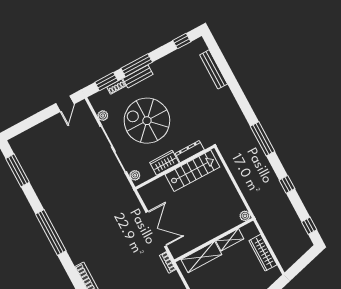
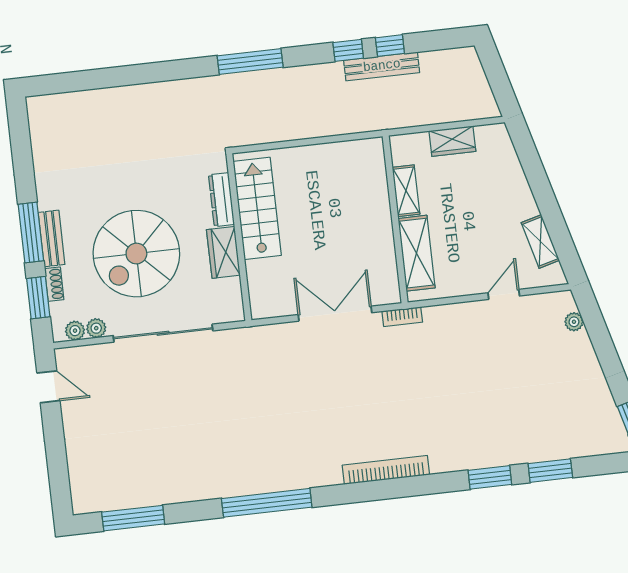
window: (182, 41) -> (20, 136), removed
bench: (214, 69) -> (382, 66), moved
plant: (135, 175) -> (75, 331), moved
plant: (245, 216) -> (374, 147), removed
window: (309, 226) -> (390, 46), moved
wardrobe: (263, 253) -> (452, 141), width x0.67

